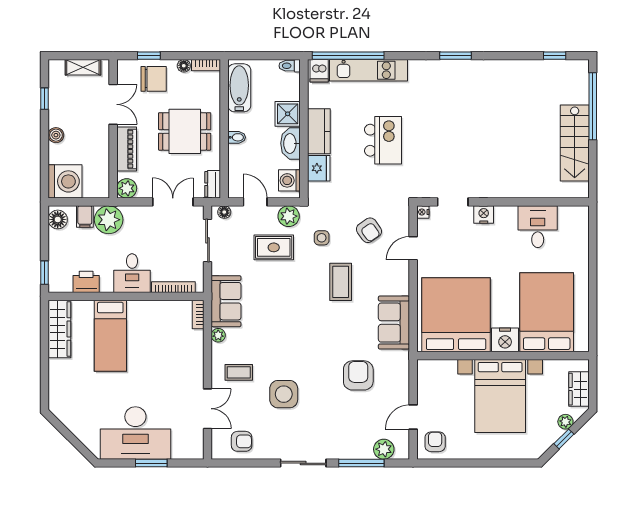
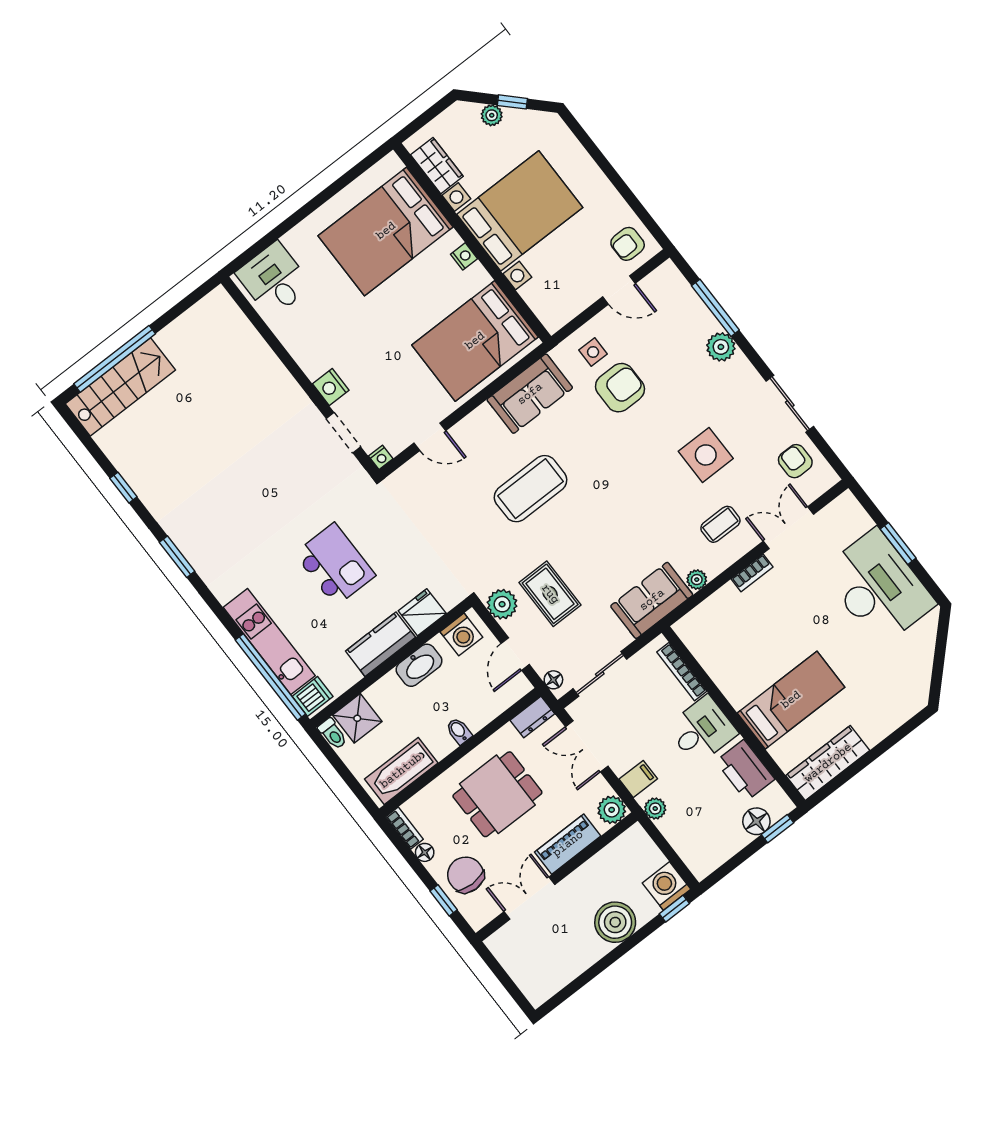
window: (555, 56) -> (123, 488), moved
shelving: (83, 67) -> (514, 964), removed
window: (45, 99) -> (674, 909), moved
shower: (288, 114) -> (357, 718), moved
dining table: (185, 131) -> (497, 794), turned 90
boiler: (56, 135) -> (615, 922), width x1.86, depth x1.86
kitchen island: (383, 140) -> (335, 564), turned 90
stairs: (575, 143) -> (120, 387), moved
washing machine: (65, 181) -> (667, 886), width x0.73, depth x0.73
filing cabinet: (85, 217) -> (638, 779), moved
floor lamp: (58, 219) -> (756, 821), moved
plant: (109, 220) -> (655, 809), width x0.53, depth x0.53
desk: (538, 227) -> (274, 280), moved, turned 90
armchair: (369, 230) -> (448, 502), removed
side table: (322, 238) -> (593, 352), moved
printer: (86, 282) -> (745, 770), width x1.37, depth x1.19
coffee table: (341, 282) -> (531, 489), width x1.36, depth x1.32
bookcase: (198, 315) -> (752, 573), moved
bed: (456, 315) -> (475, 341), width x0.73
nightstand: (505, 340) -> (464, 256), width x0.53, depth x0.56
coffee table: (239, 372) -> (720, 524), turned 90
armchair: (358, 375) -> (620, 388), turned 180
wardrobe: (579, 389) -> (437, 166), moved, turned -90
plant: (384, 449) -> (721, 347), moved
sliding door: (303, 463) -> (790, 404), moved

